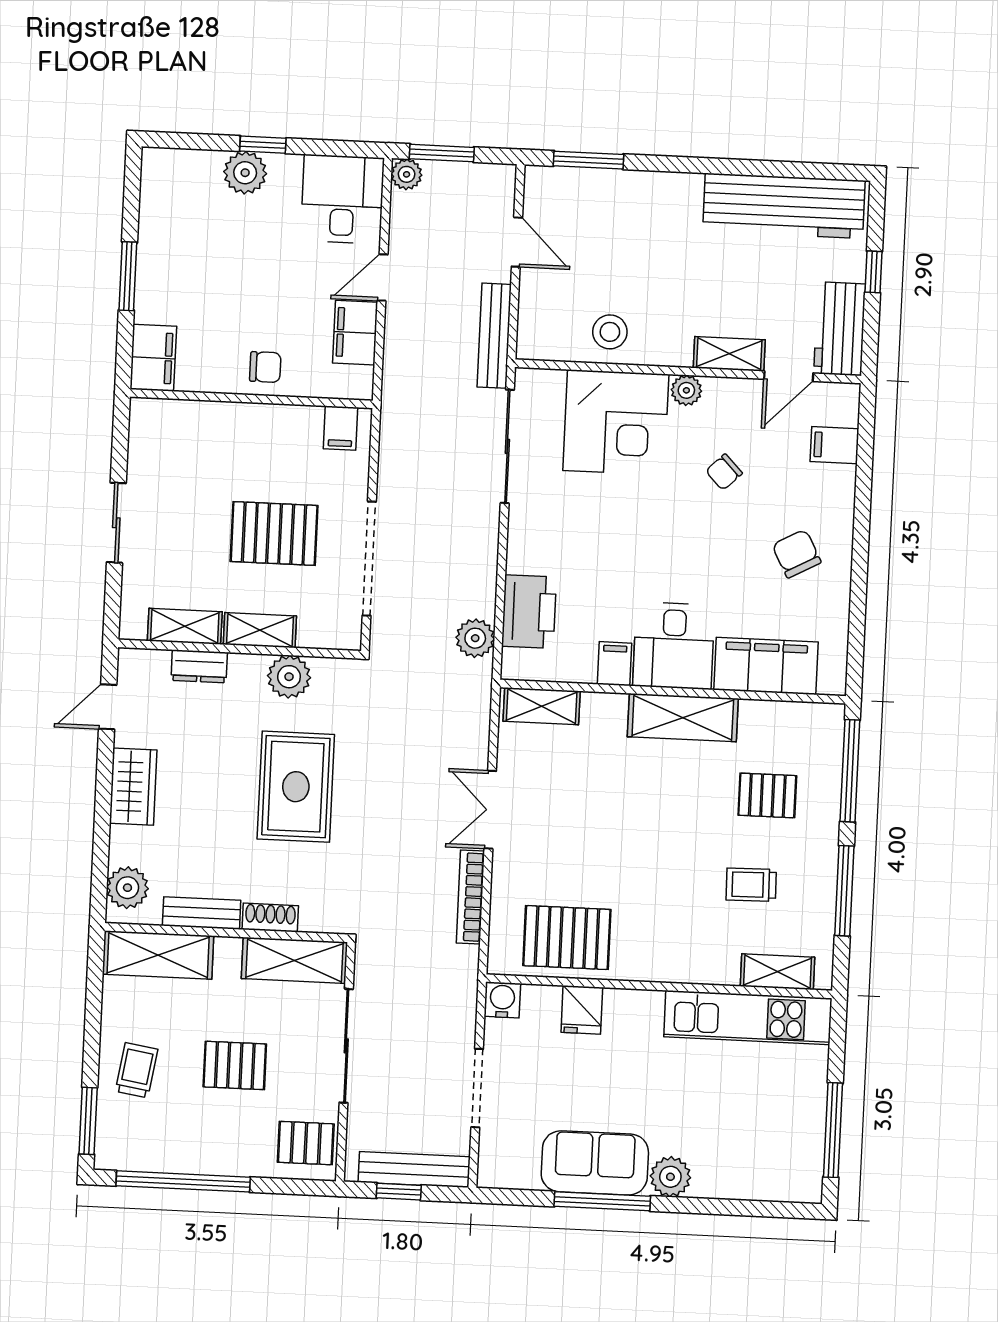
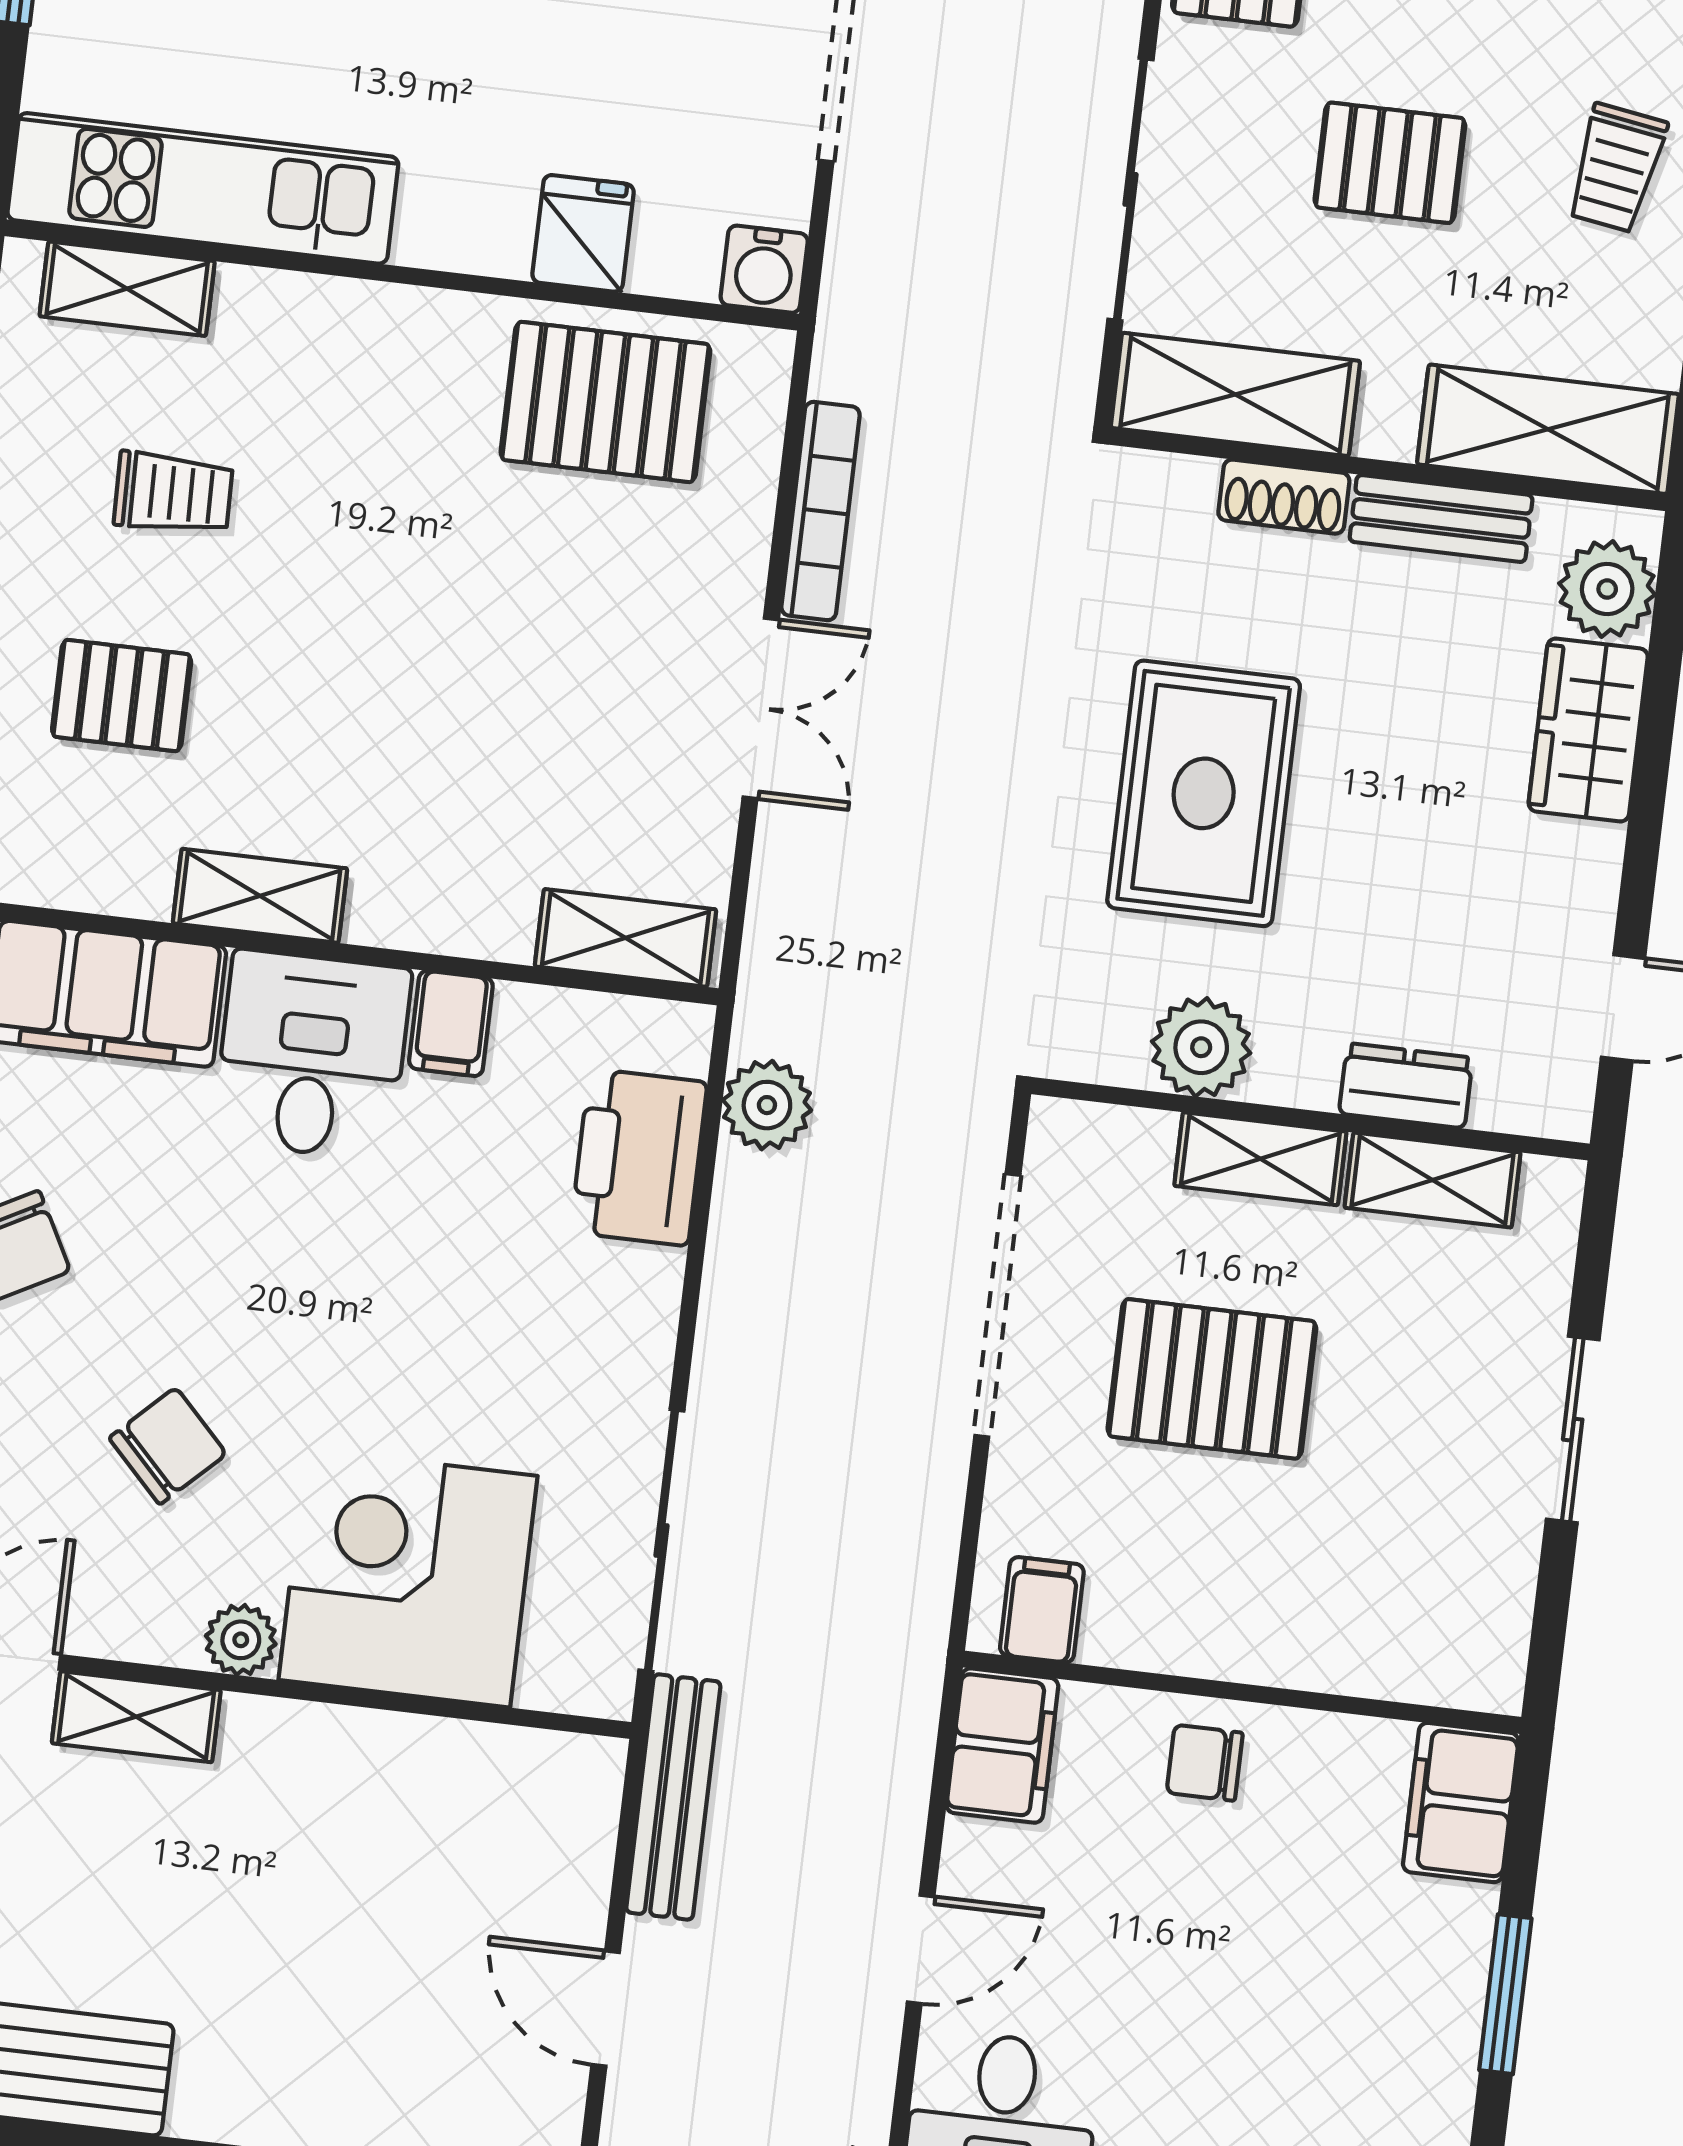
stool: (610, 332) -> (407, 1787), removed
filing cabinet: (355, 333) -> (1002, 1746), moved
chair: (724, 472) -> (168, 1446), width x1.37, depth x1.37
shelving: (683, 718) -> (260, 896), width x0.67, depth x0.75
wardrobe: (133, 787) -> (1588, 730), moved

